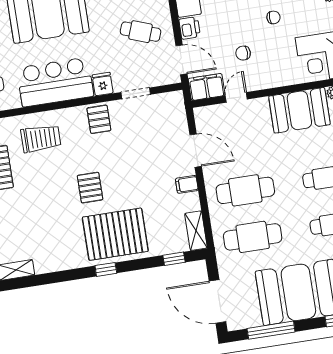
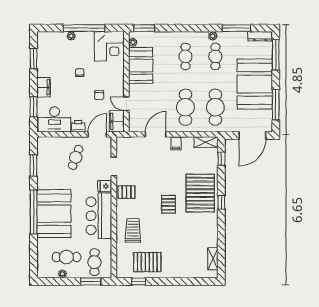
pallet: (90, 188) -> (168, 204), turned 90

